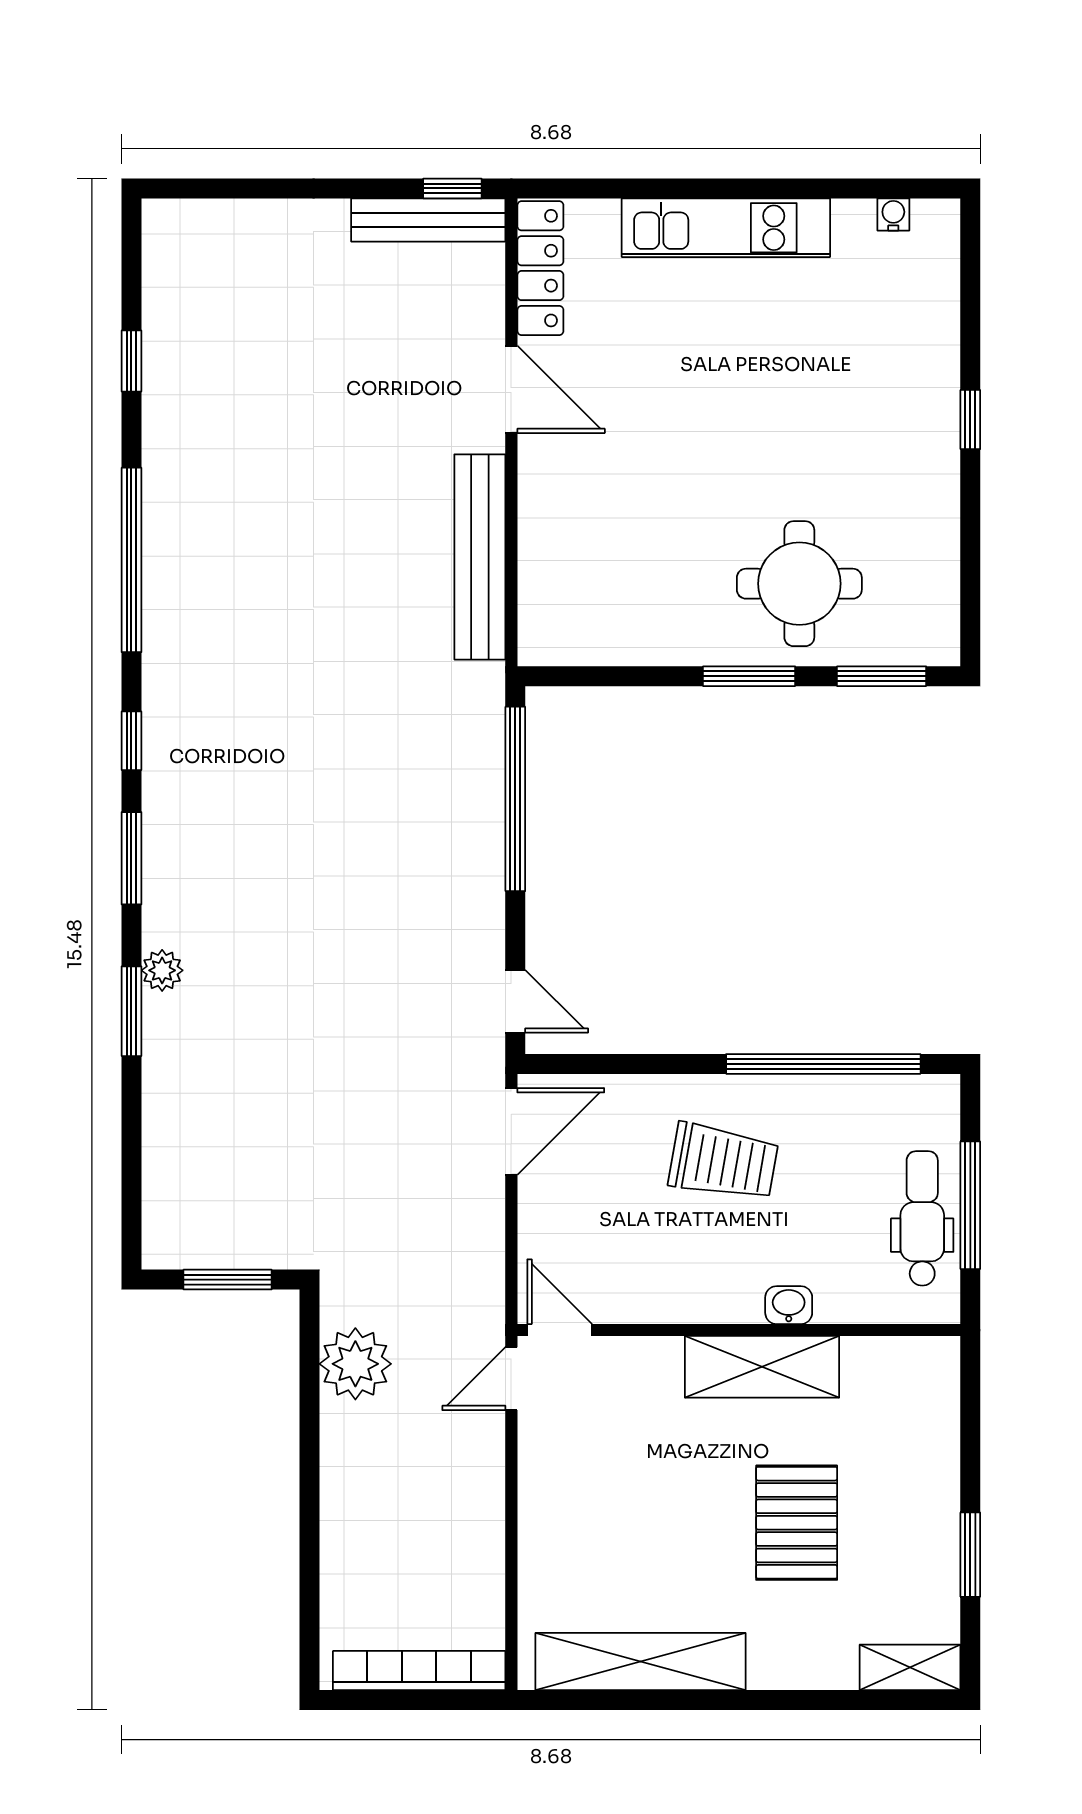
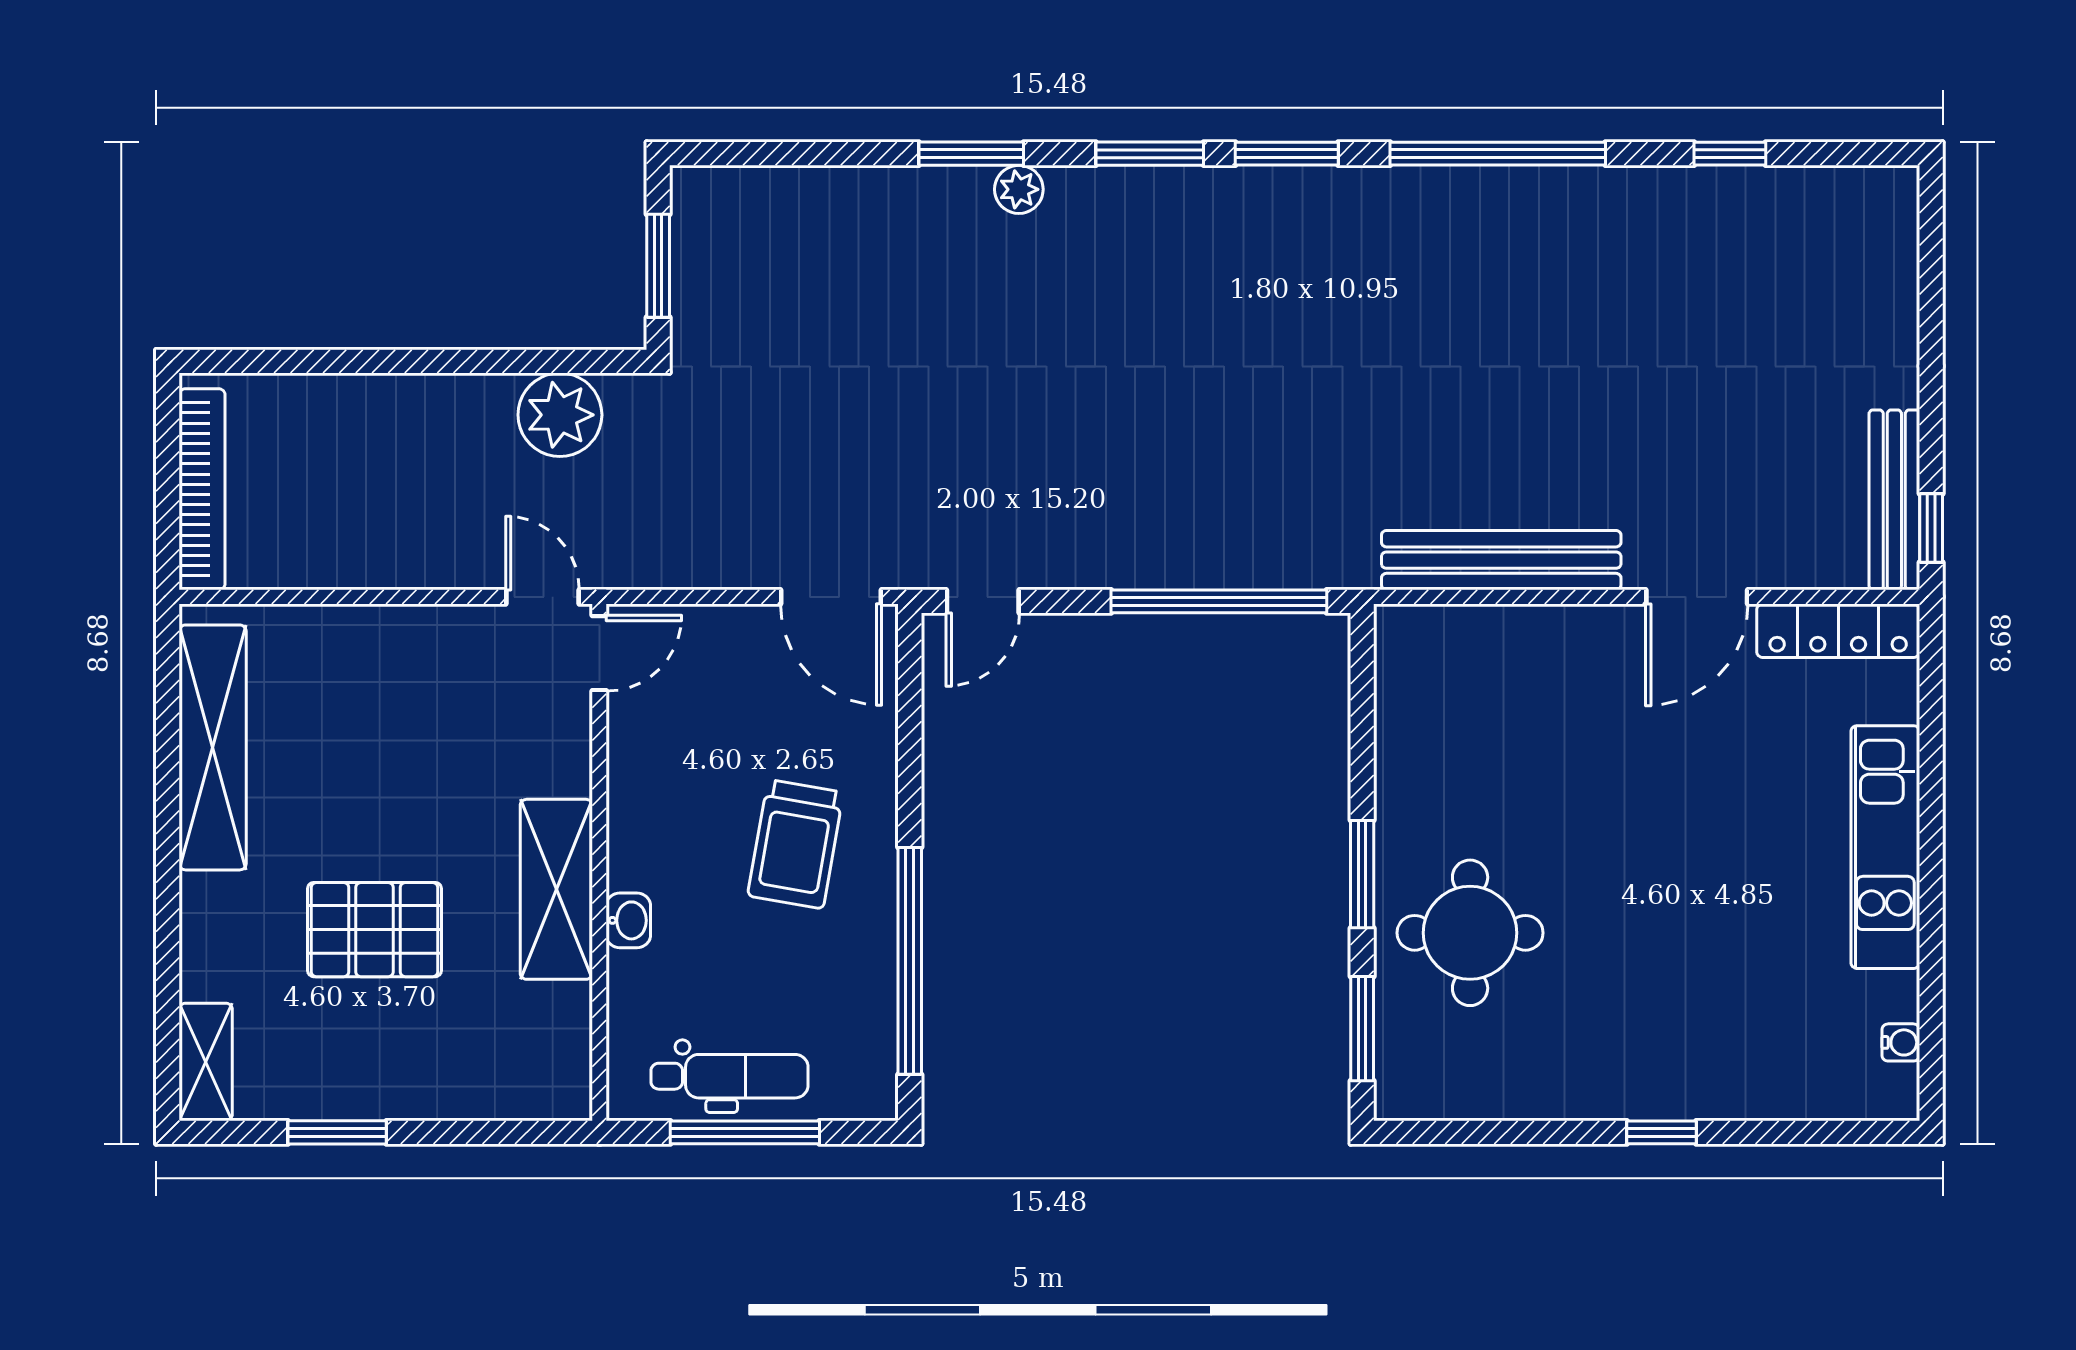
window: (131, 741) -> (1287, 154), width x1.50

